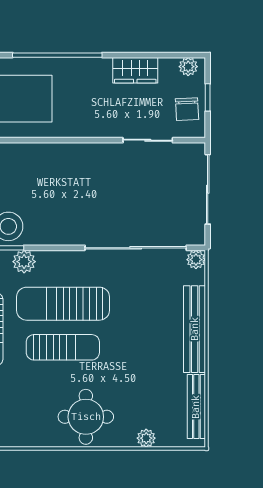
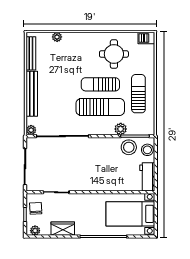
round table: (86, 417) -> (114, 54), moved

